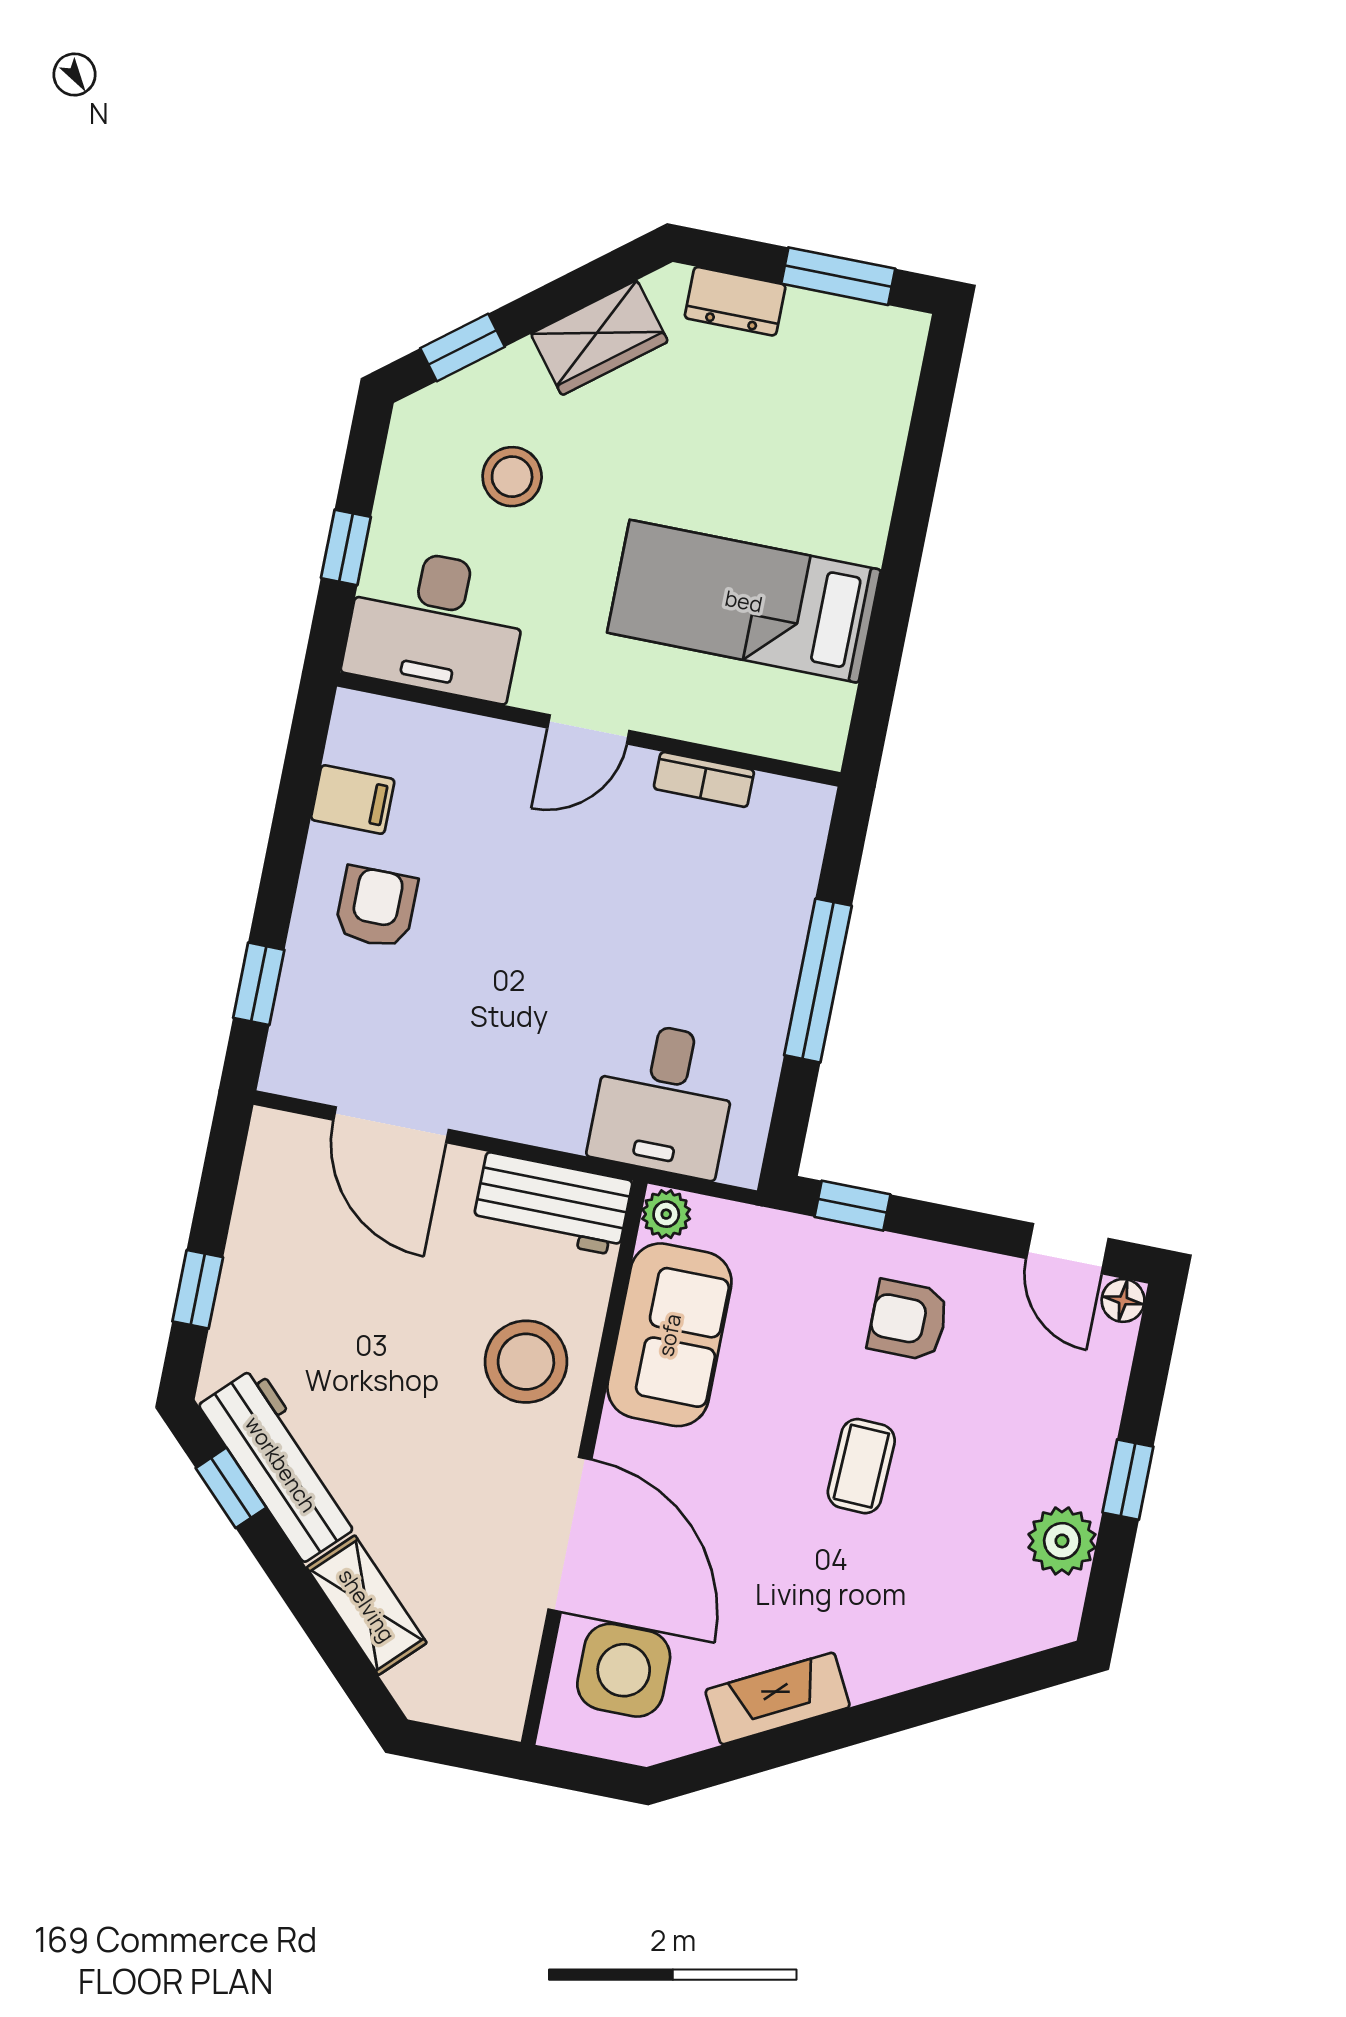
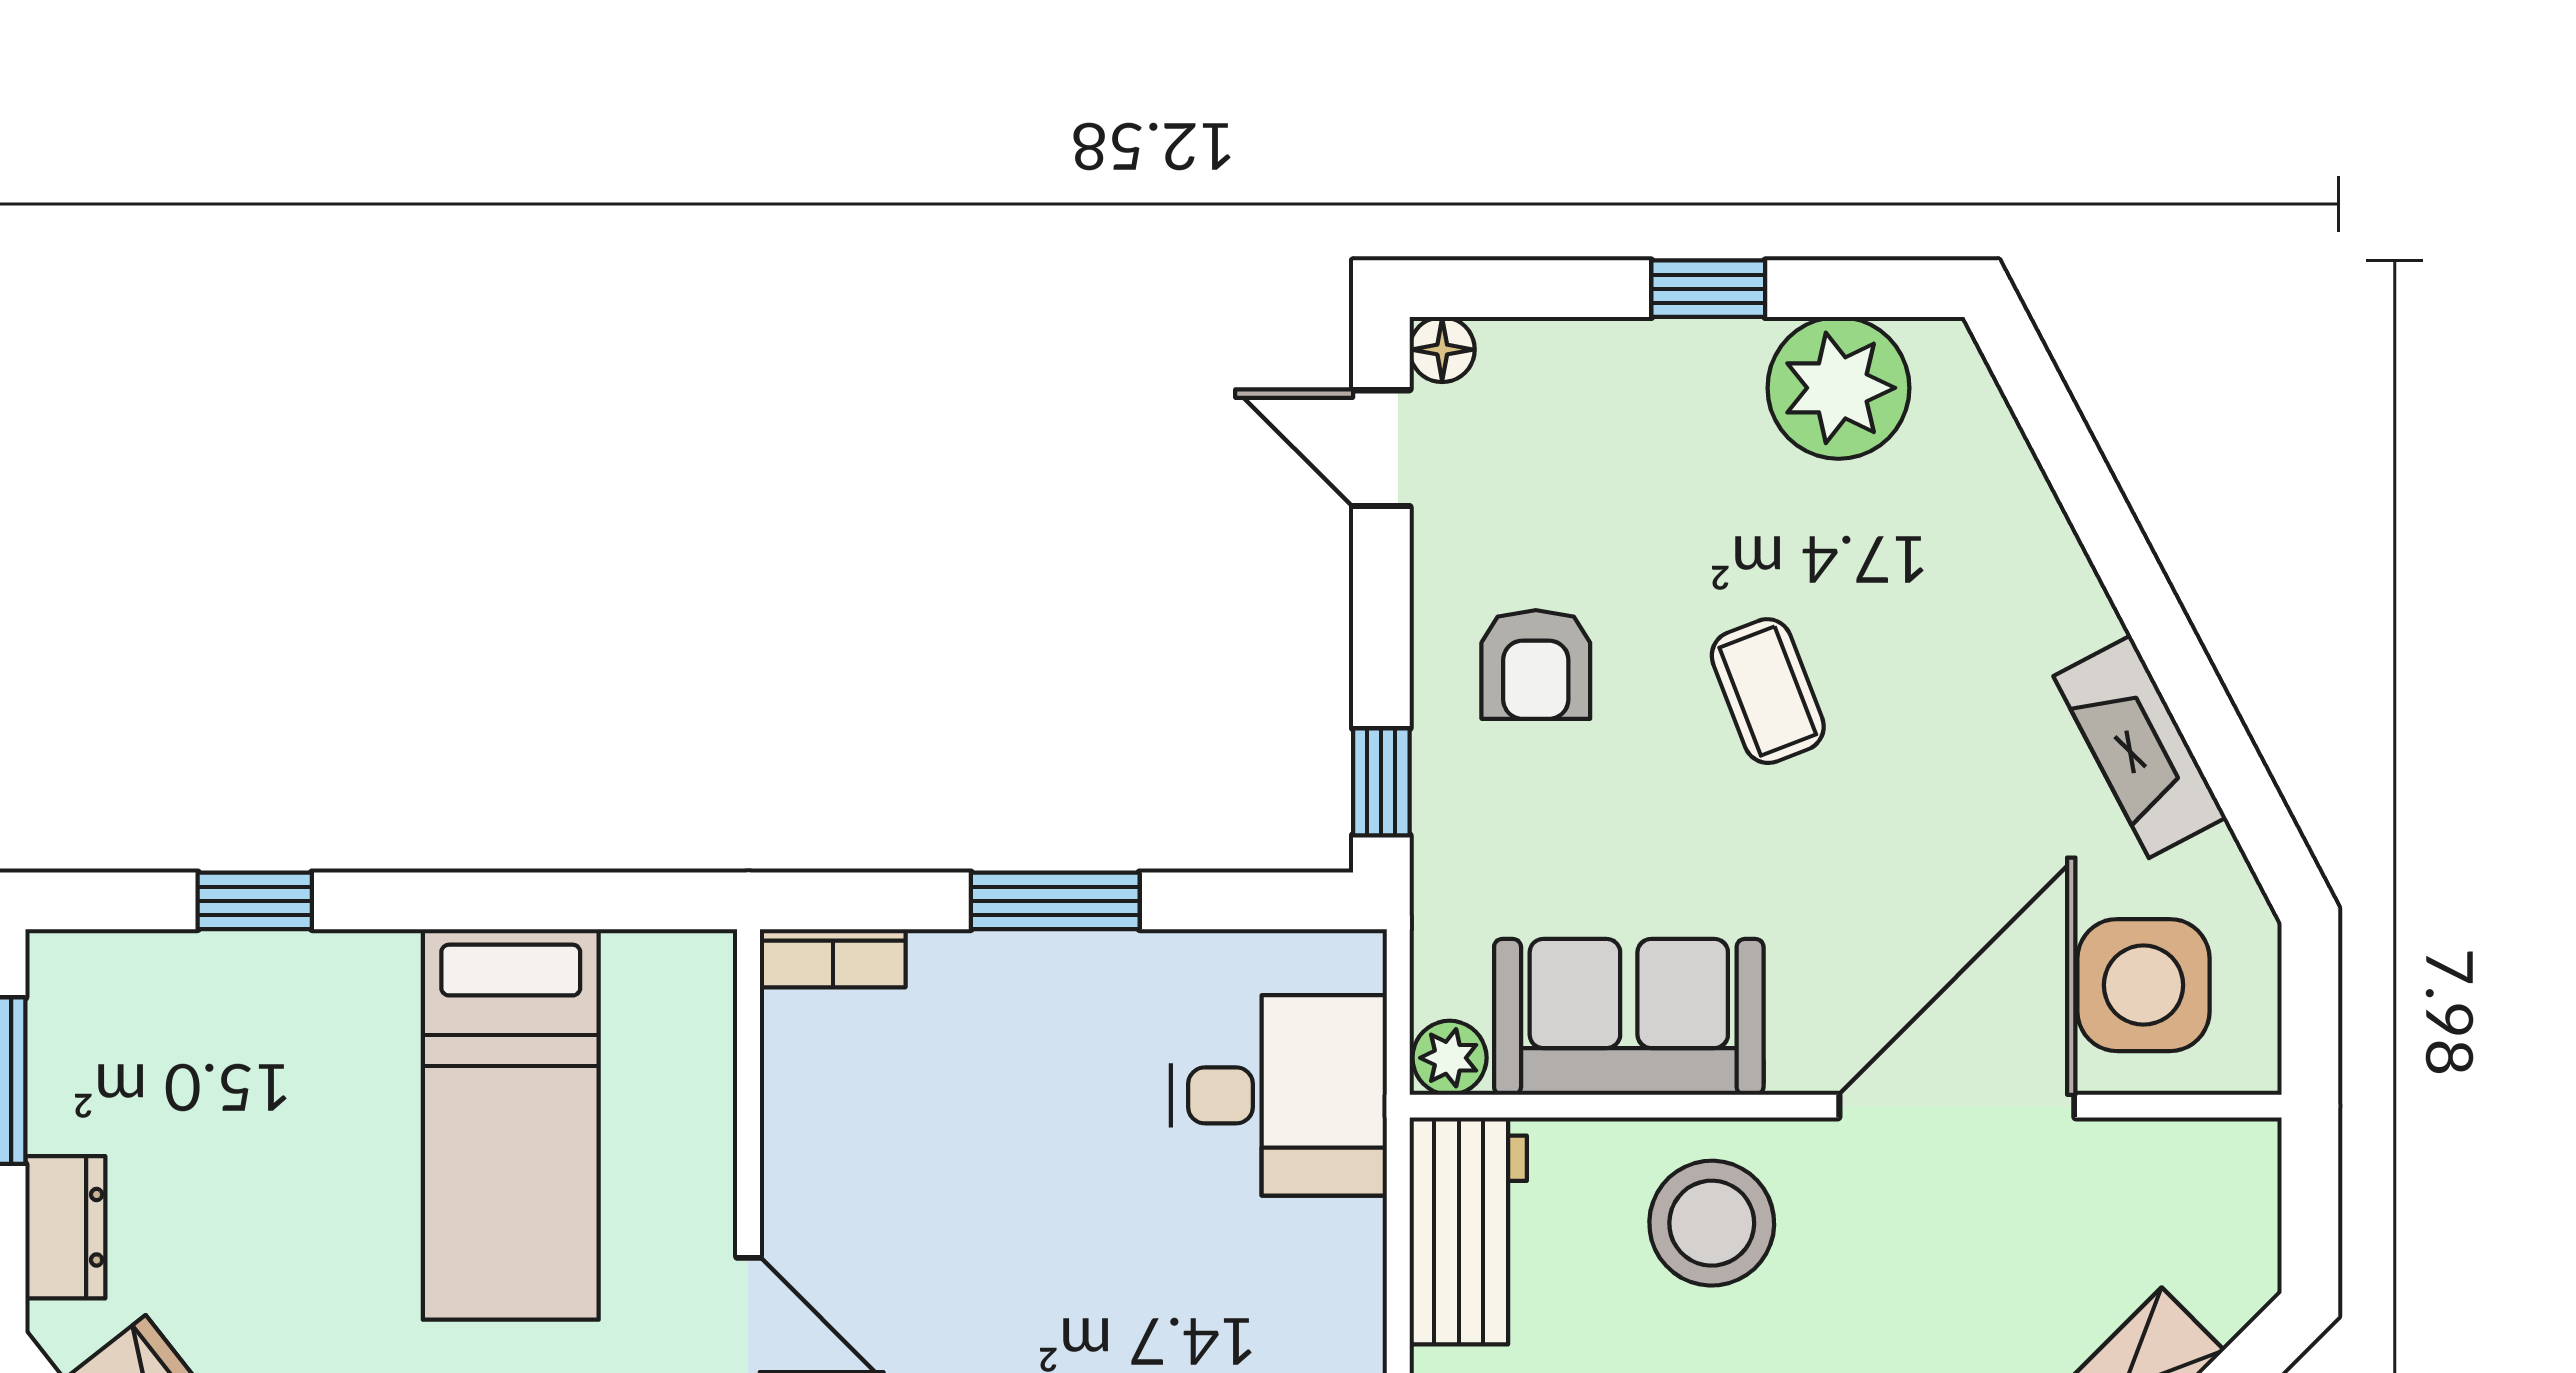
window: (921, 465) -> (255, 901), added
bookcase: (704, 779) -> (833, 958), moved, turned 90
window: (818, 980) -> (1055, 901), width x0.69
door: (1067, 1249) -> (1381, 448), swing flipped
coffee table: (861, 1466) -> (1768, 691), turned 67
plant: (1062, 1541) -> (1838, 388), width x1.36, depth x1.36

